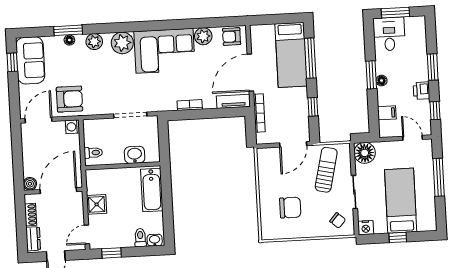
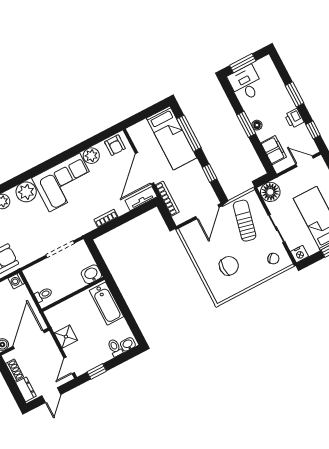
armchair: (232, 37) -> (115, 145), turned -90
filing cabinet: (387, 113) -> (274, 150), width x2.00
washbasin: (135, 155) -> (91, 274), moved

